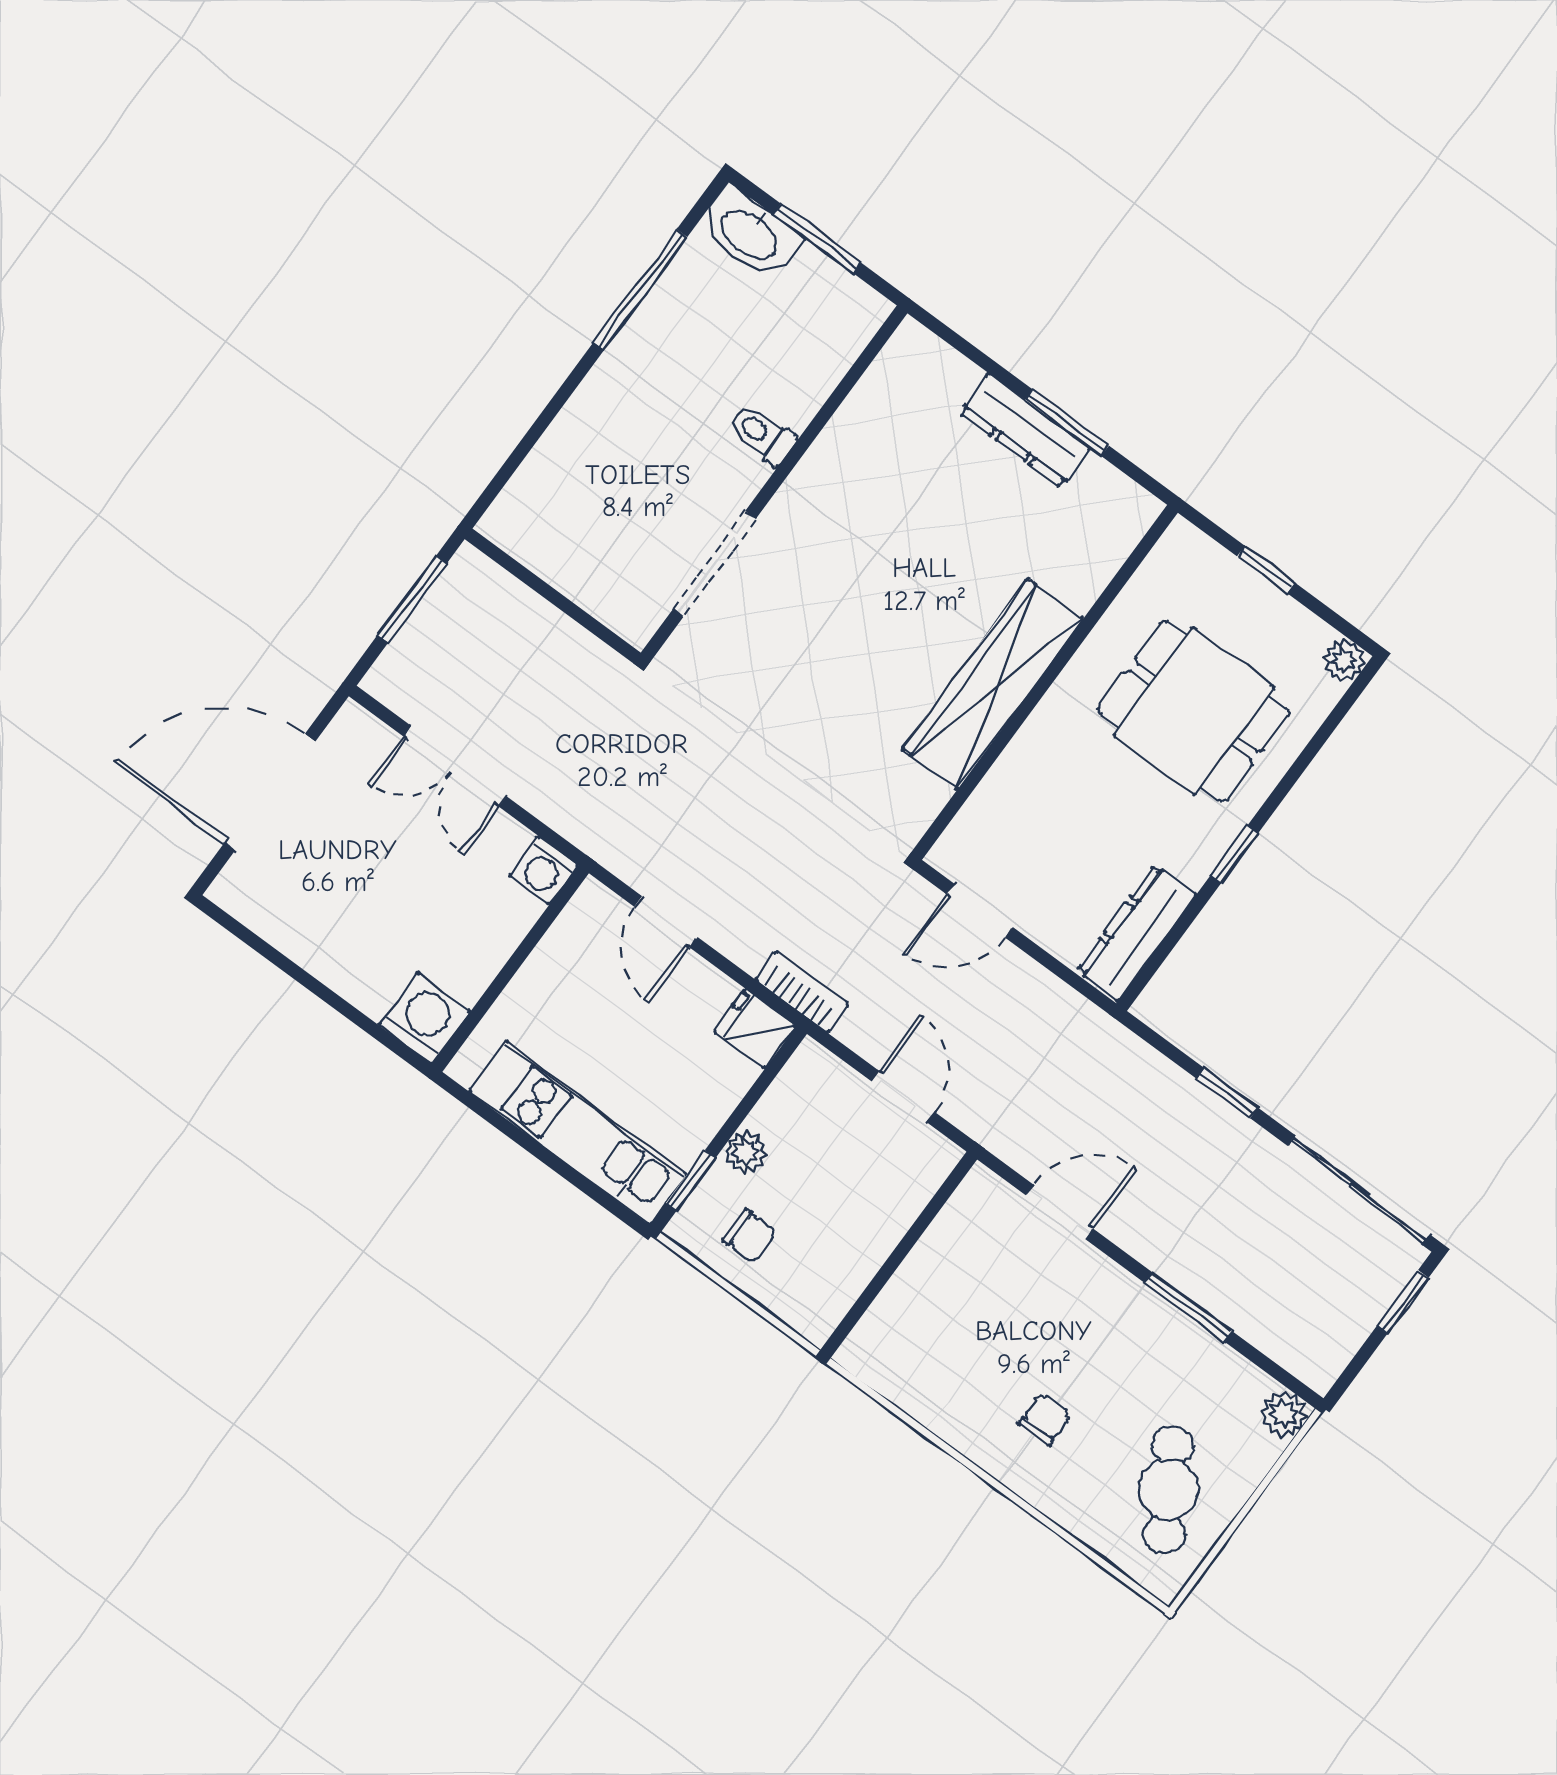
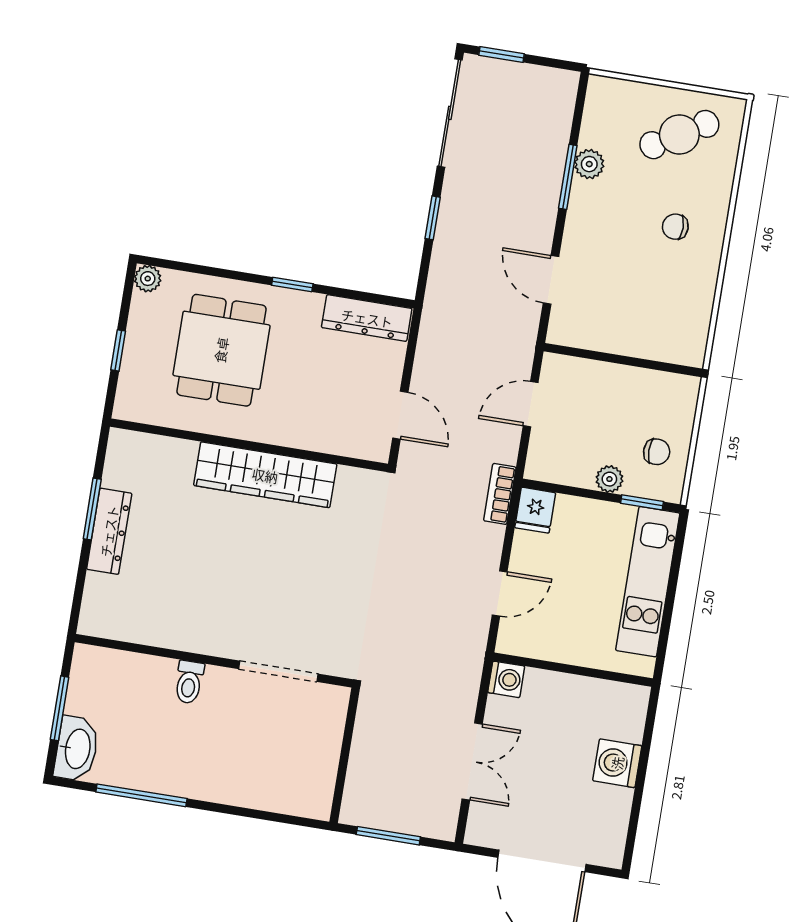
washing machine: (425, 1018) -> (617, 763), moved
chair: (750, 1236) -> (657, 452), turned 90
plant: (1284, 1414) -> (589, 164), moved

